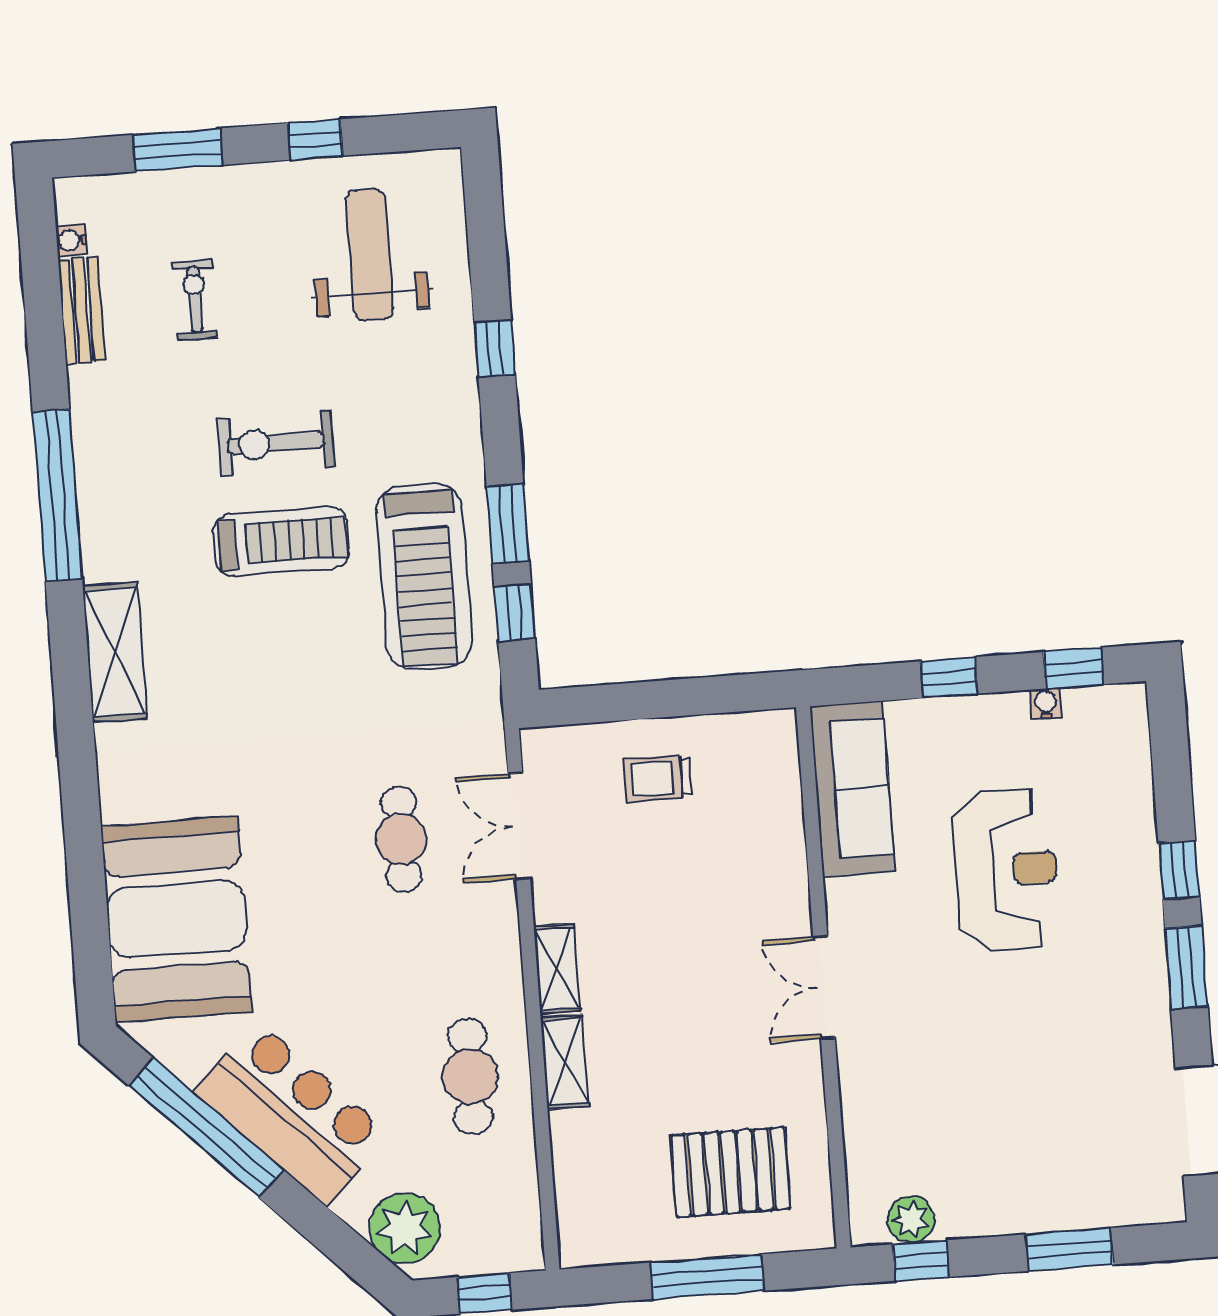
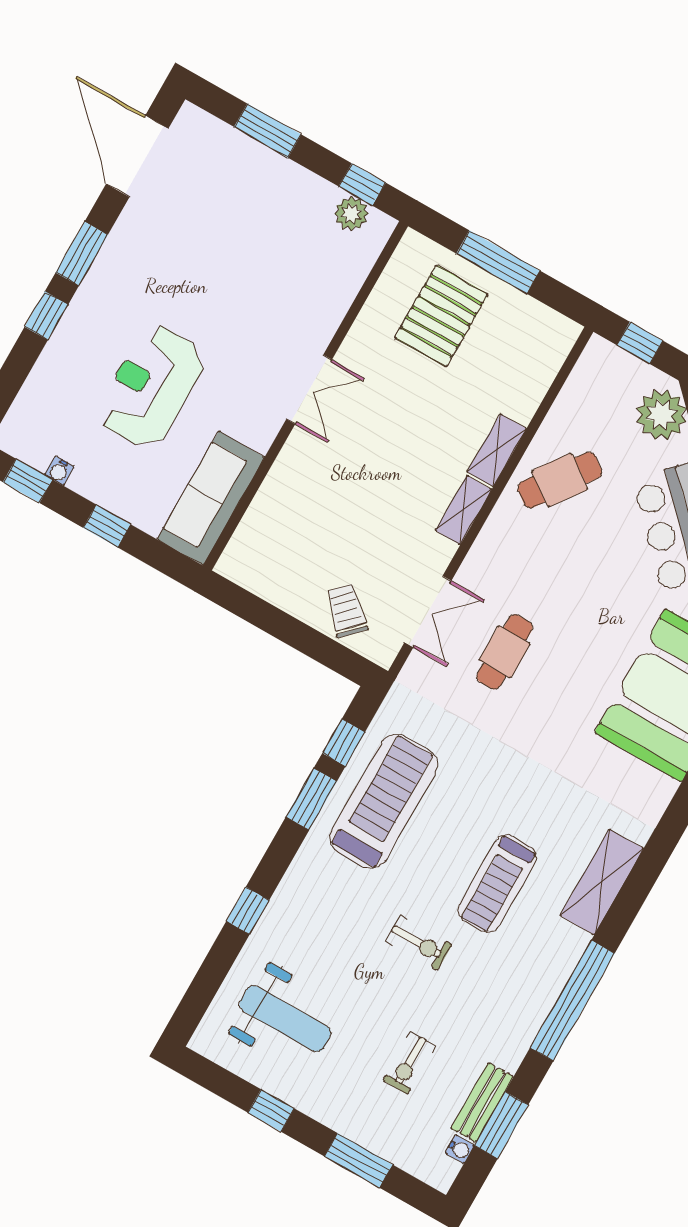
weight bench: (369, 255) -> (285, 1019), turned -90
window: (43, 299) -> (501, 1125), added
exercise bike: (276, 443) -> (419, 943), width x0.73, depth x0.72
treadmill: (281, 541) -> (497, 884), moved, turned -90
trolley: (657, 778) -> (347, 610), moved, turned -135
cafe table: (470, 1076) -> (560, 480), turned 36
pallet: (730, 1172) -> (441, 316), turned 90

